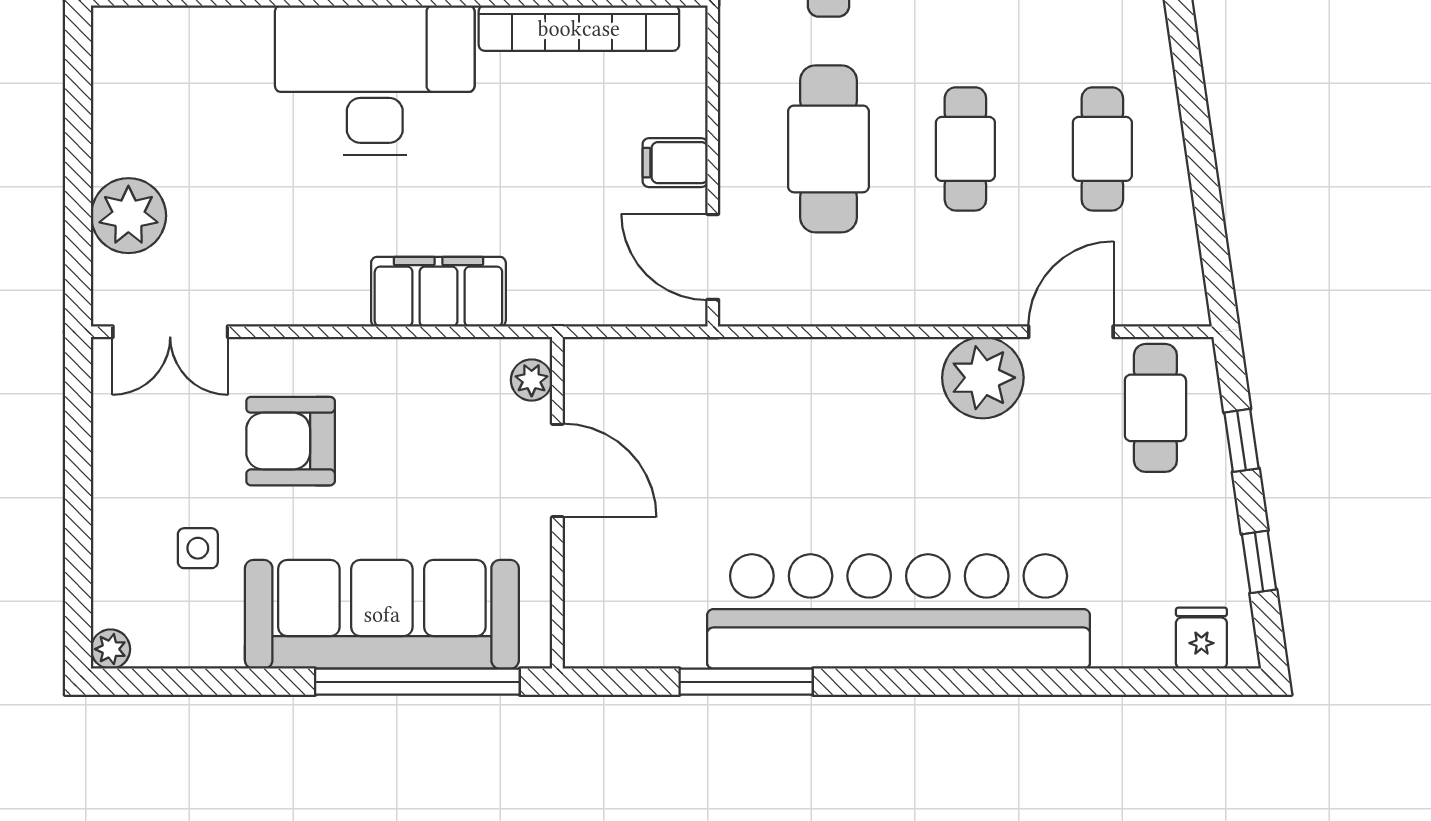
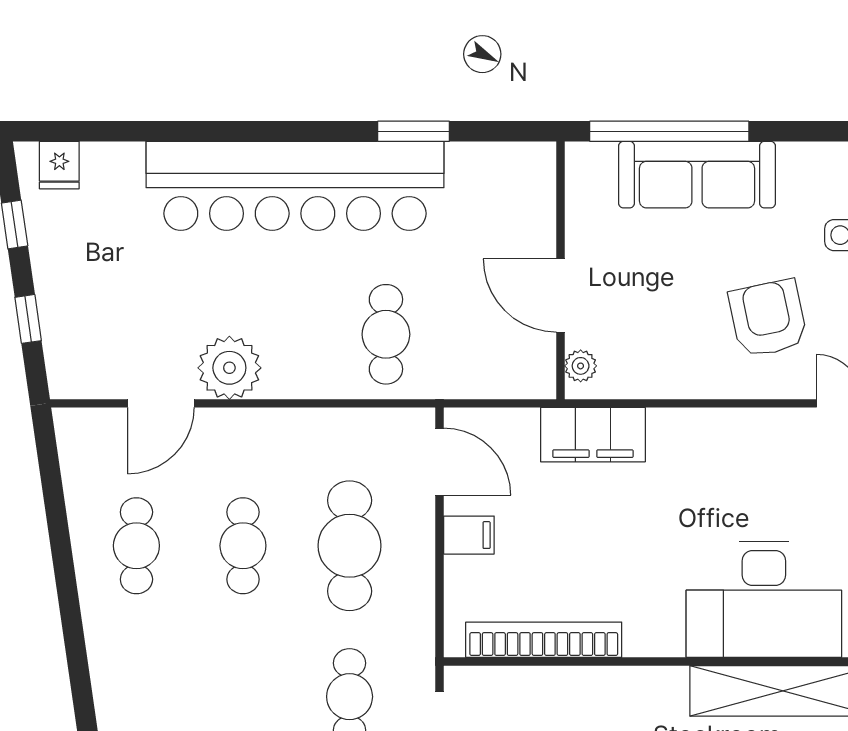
desk: (375, 80) -> (764, 599), moved
filing cabinet: (438, 292) -> (593, 435), moved
cafe table: (1155, 408) -> (386, 334), moved
armchair: (291, 441) -> (768, 318), turned -102
sofa: (382, 614) -> (697, 175), width x0.74, depth x0.79
window: (746, 682) -> (414, 131), width x0.69

